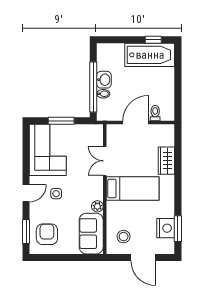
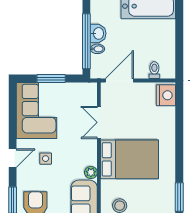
door: (136, 123) -> (119, 80), moved
wardrobe: (166, 161) -> (167, 122), removed
bed: (133, 188) -> (130, 159), width x1.50
nightstand: (166, 228) -> (166, 95), moved

